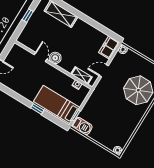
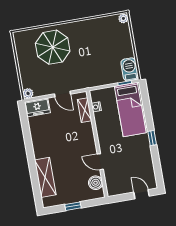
door: (41, 57) -> (100, 162), hinge flipped
boiler: (55, 58) -> (96, 183), moved
window: (37, 109) -> (152, 138), moved

